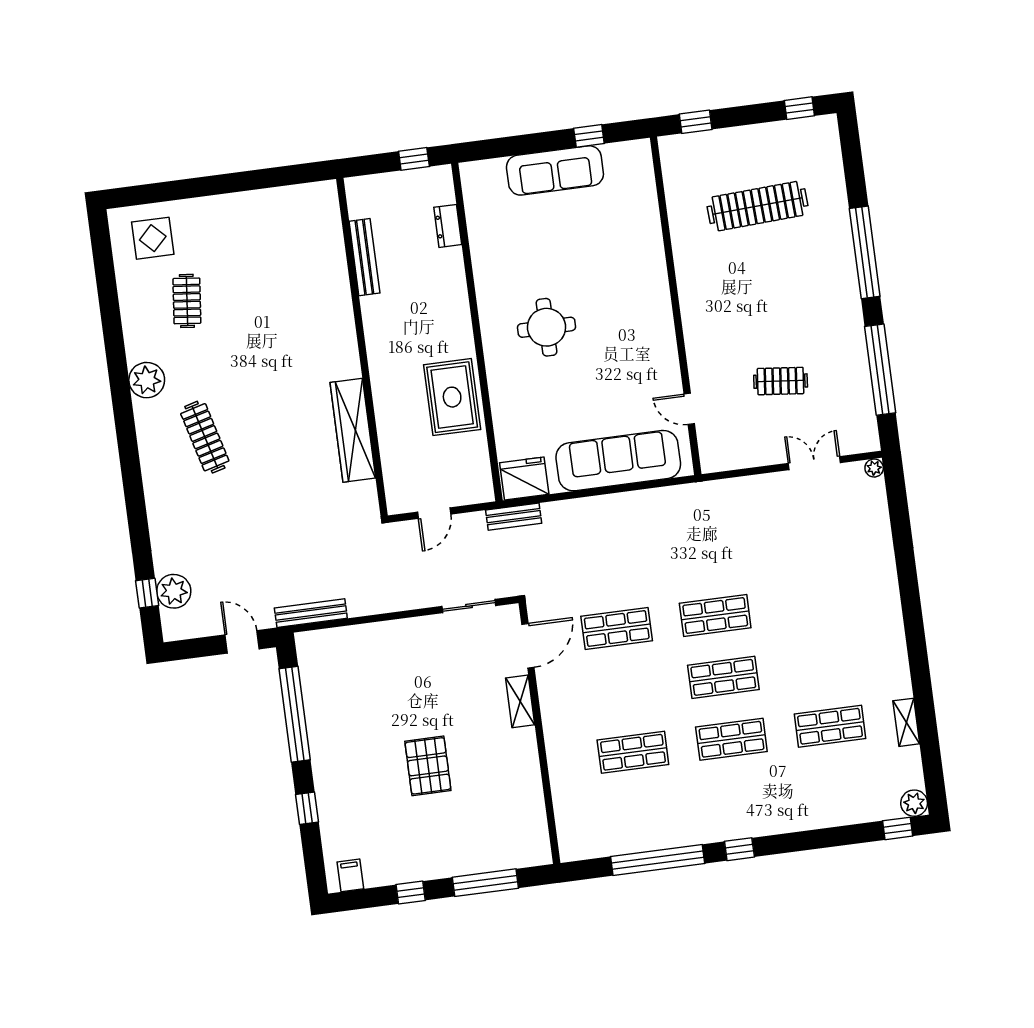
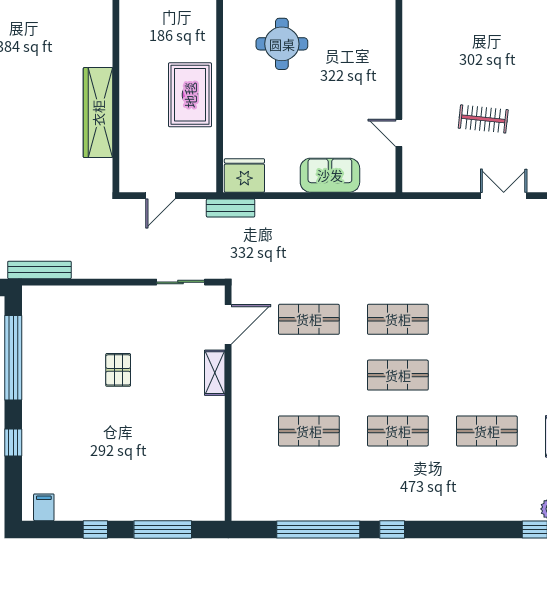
sofa: (618, 461) -> (330, 175), width x0.54, depth x0.79
pallet: (428, 766) -> (118, 370), moved, width x0.67, depth x0.71

